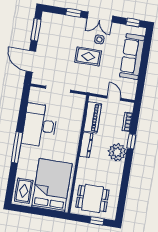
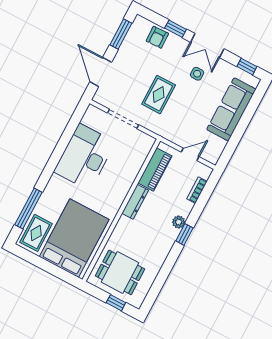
armchair: (63, 23) -> (157, 37), added
rug: (88, 57) -> (159, 95), moved, turned 90
door: (114, 98) -> (190, 154), hinge flipped
window: (131, 141) -> (184, 234), moved
window: (17, 147) -> (28, 209), moved
plant: (117, 152) -> (179, 222), width x0.53, depth x0.53

